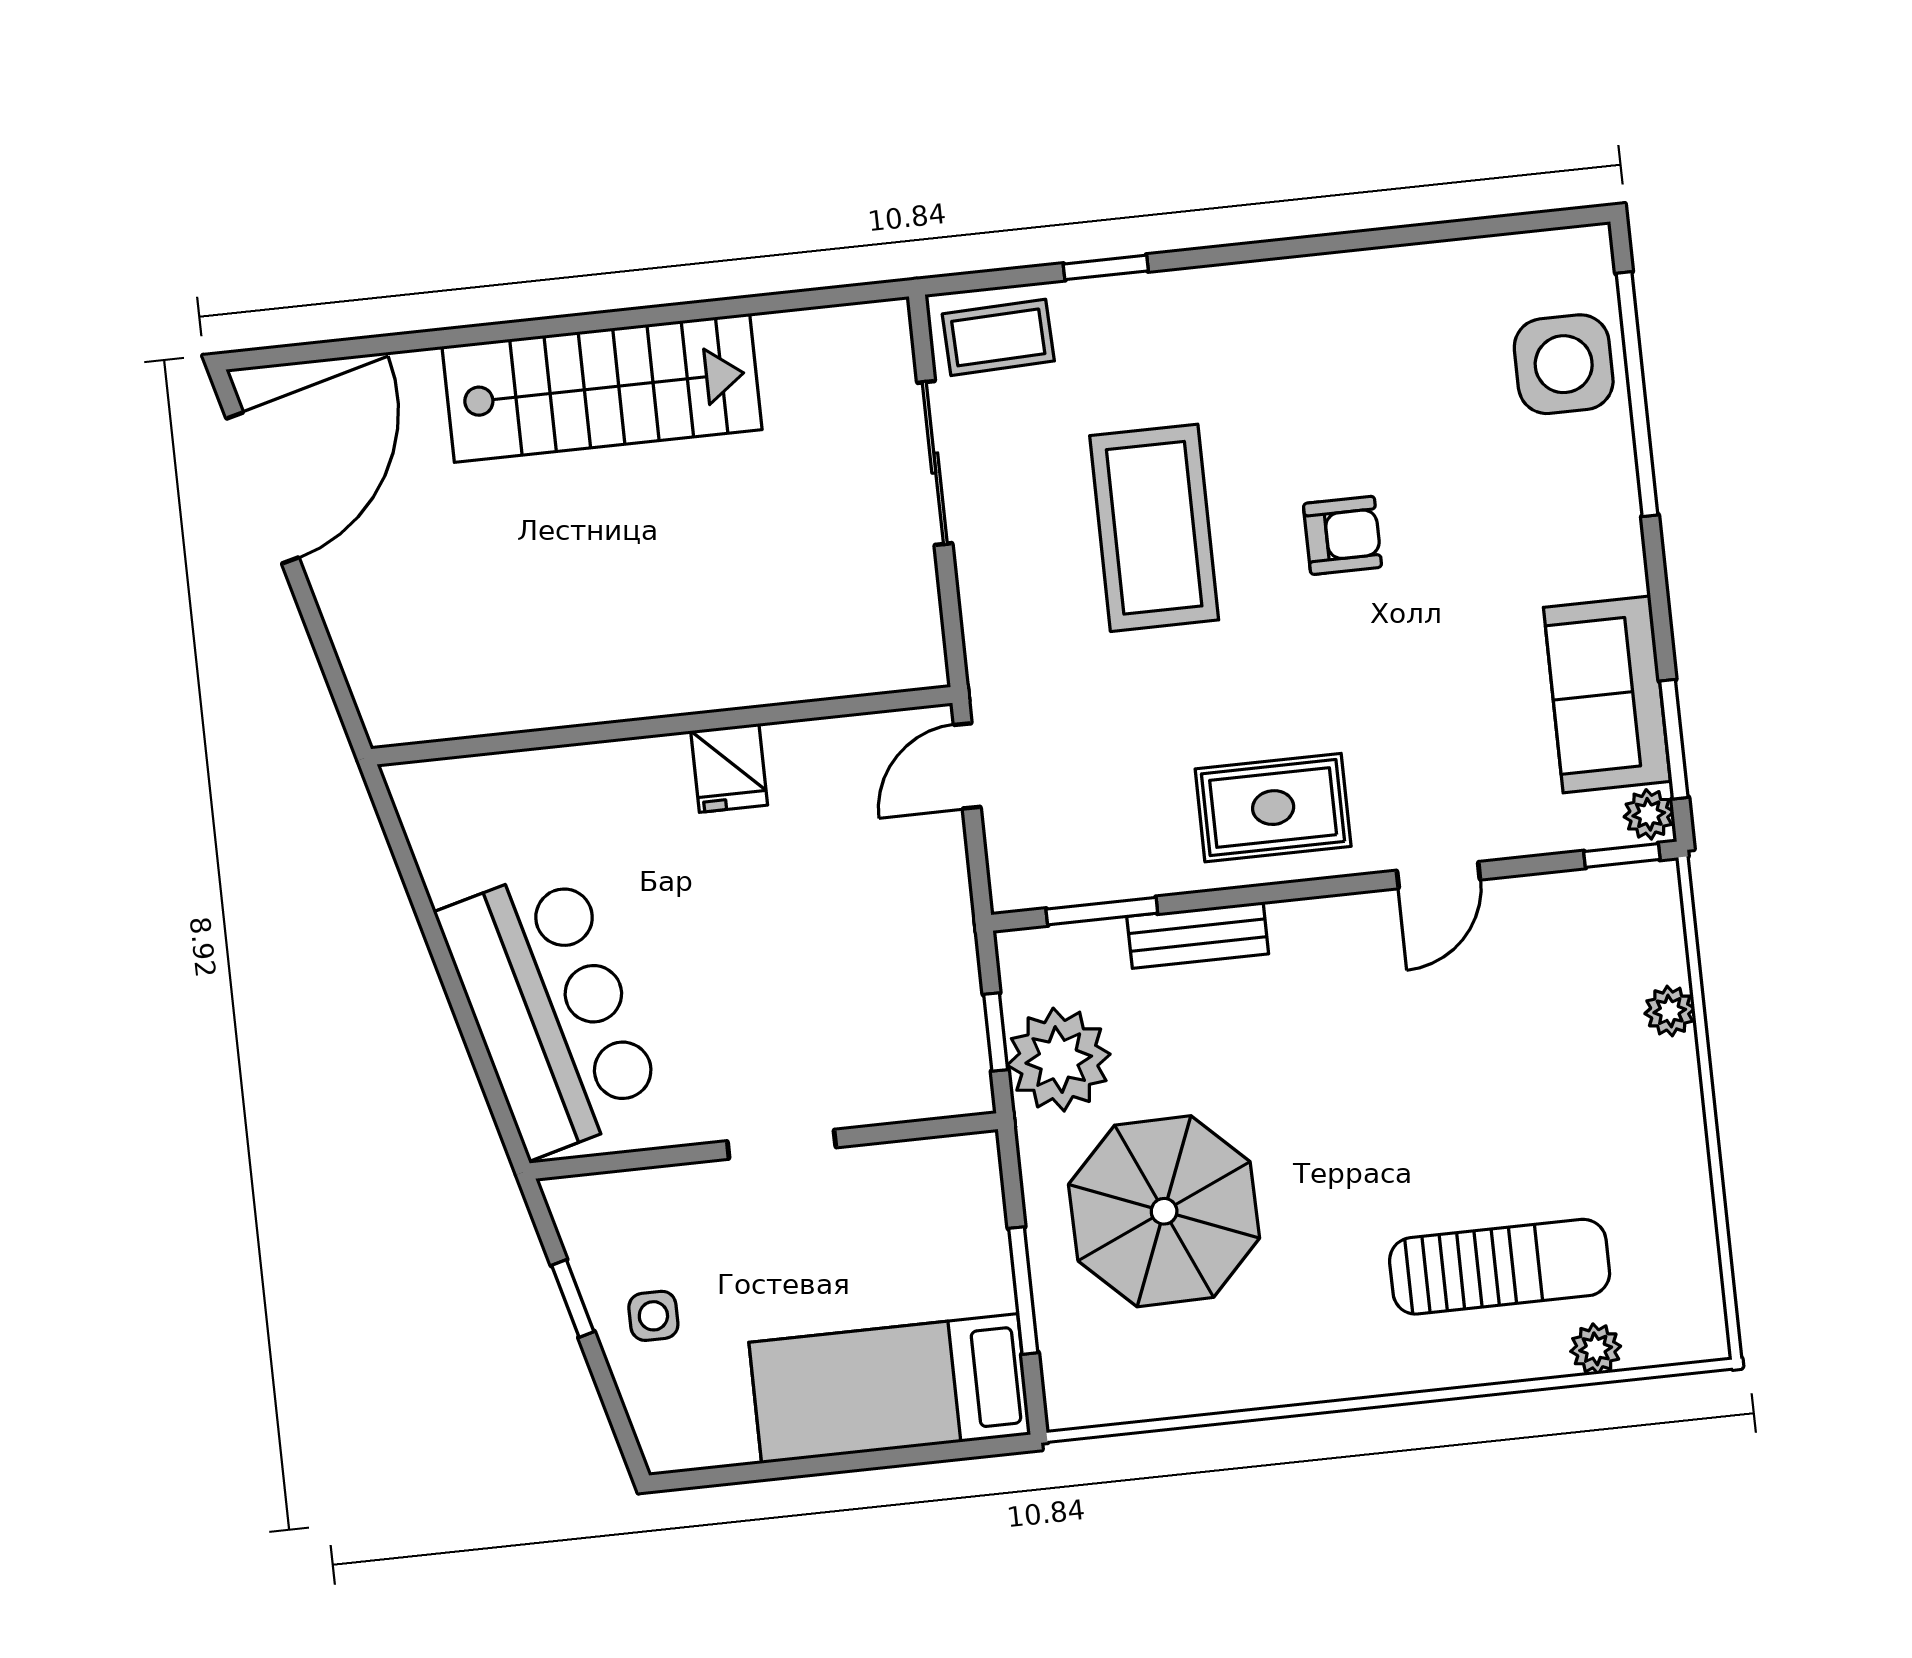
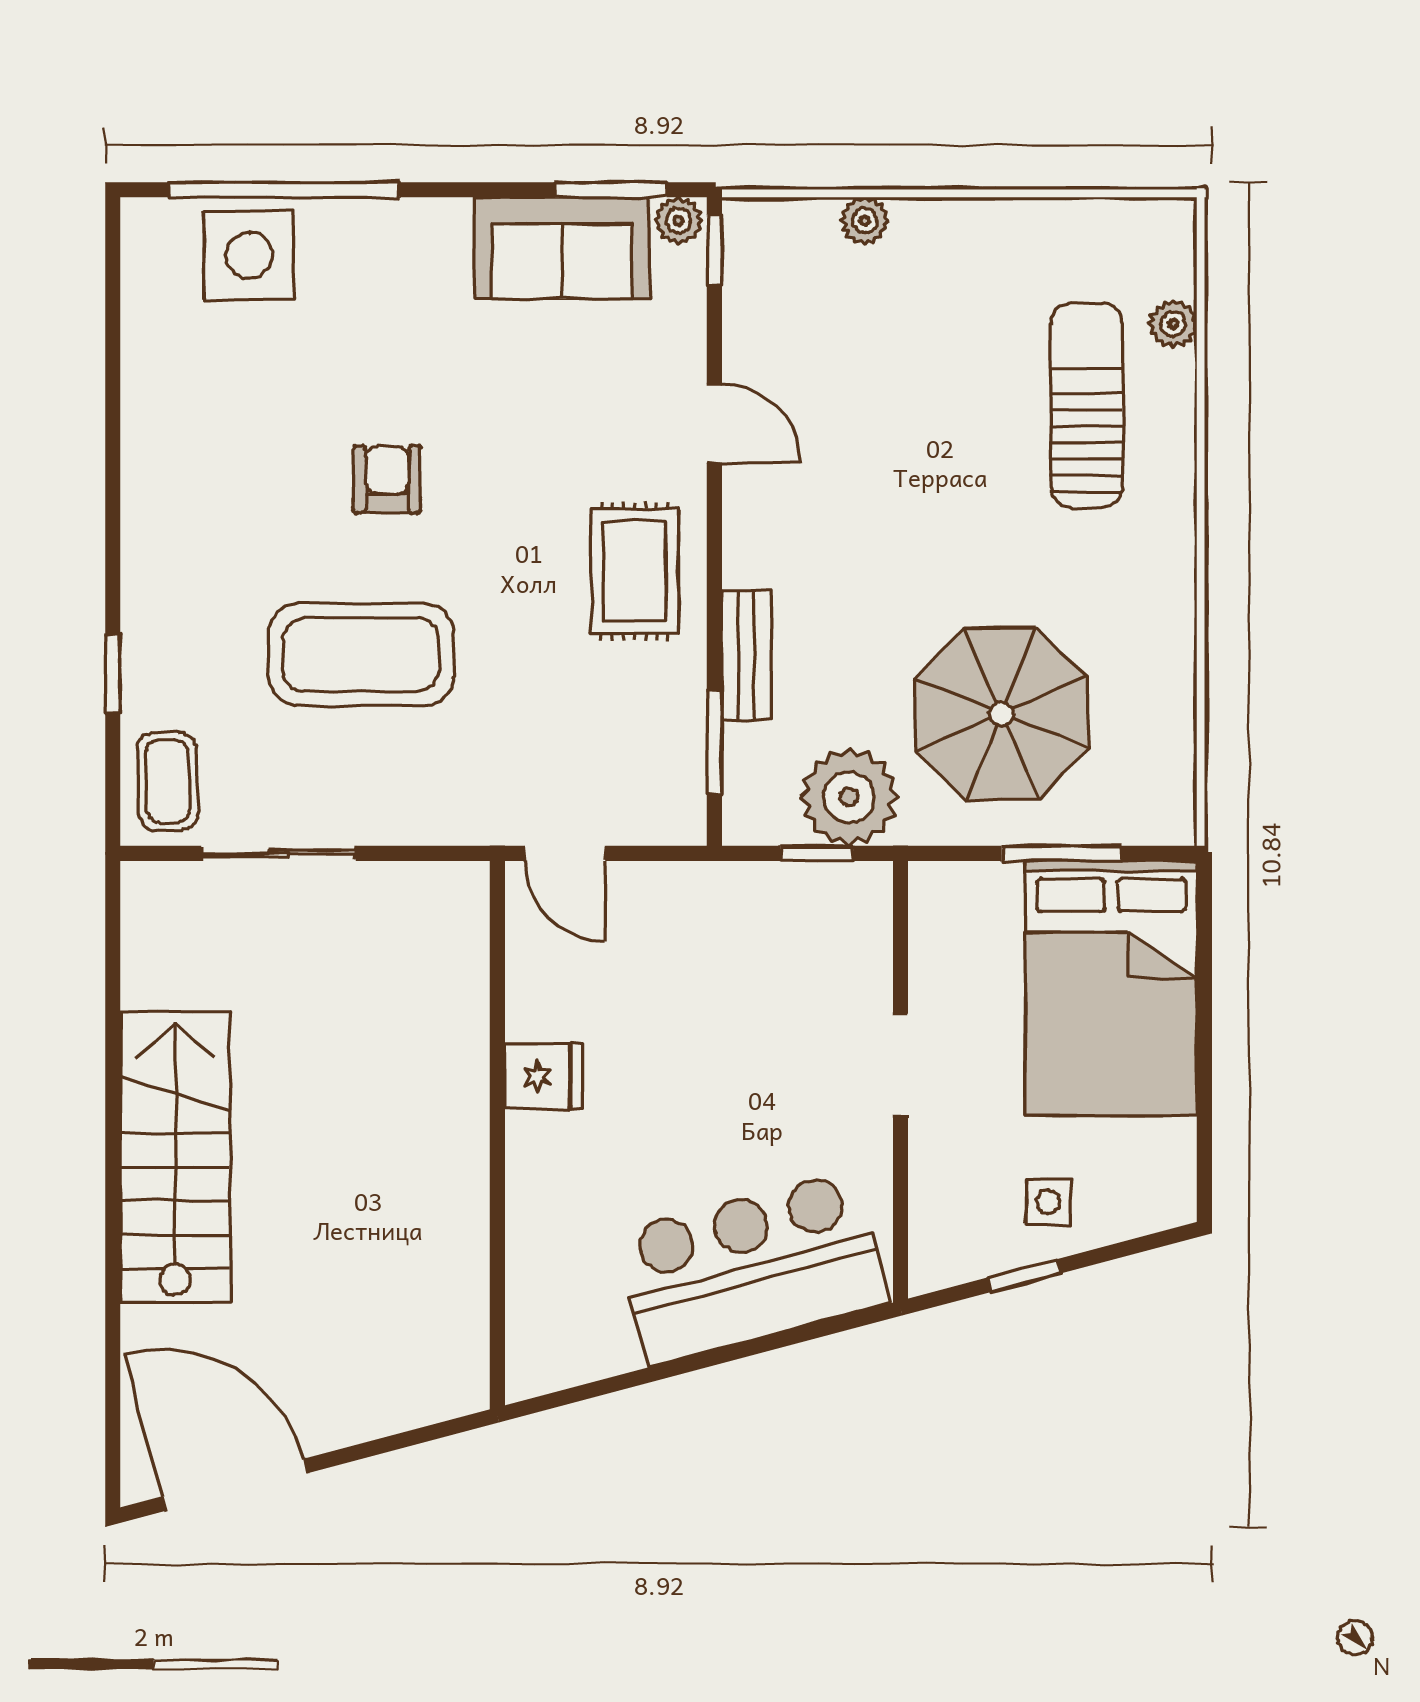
bed: (890, 1388) -> (1111, 988), width x1.50

